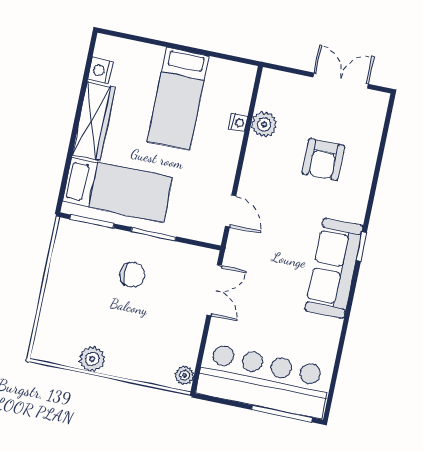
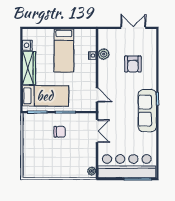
plant: (92, 359) -> (50, 172), removed

